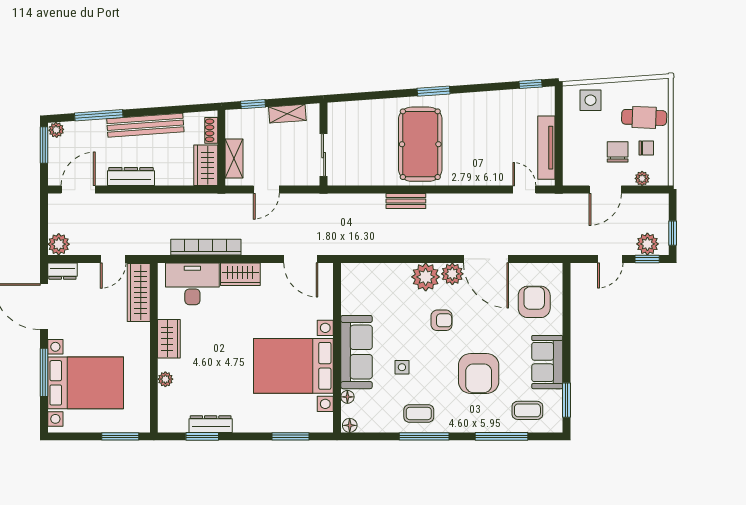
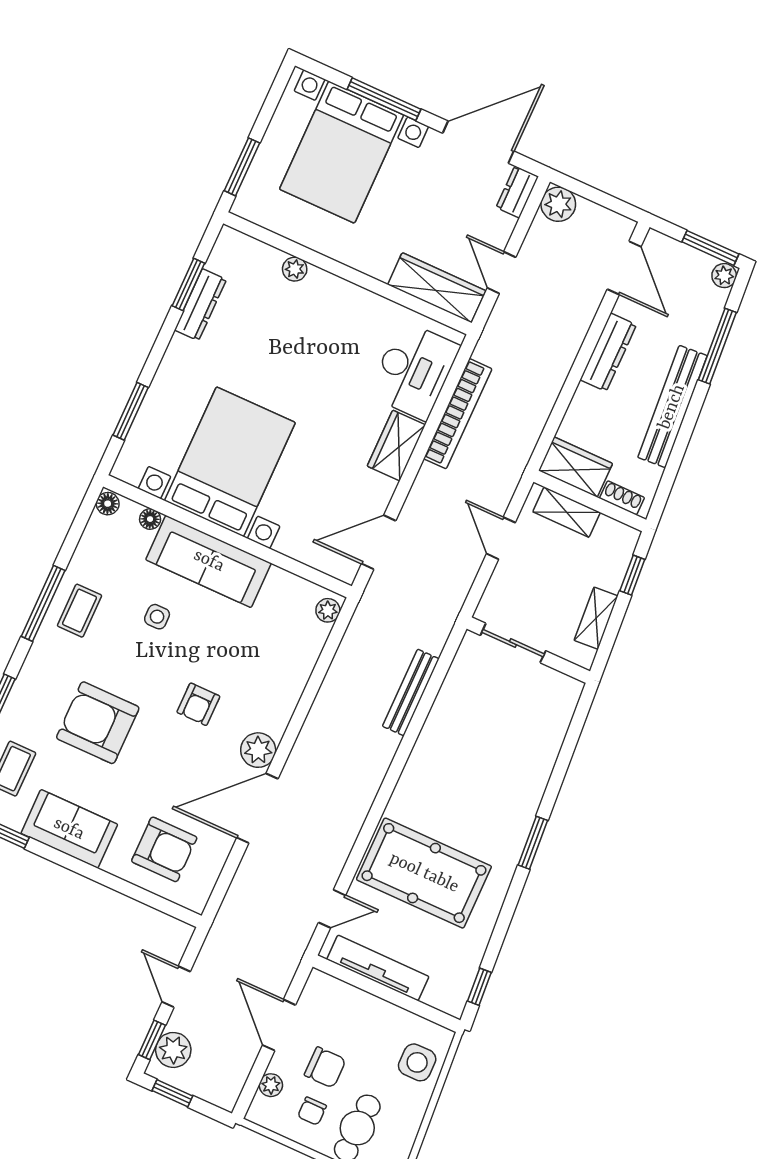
pool table: (420, 144) -> (424, 873), moved
bench: (406, 201) -> (411, 693), moved, width x1.36
plant: (426, 277) -> (328, 610), moved, width x0.53, depth x0.53
wardrobe: (169, 339) -> (350, 301), removed

